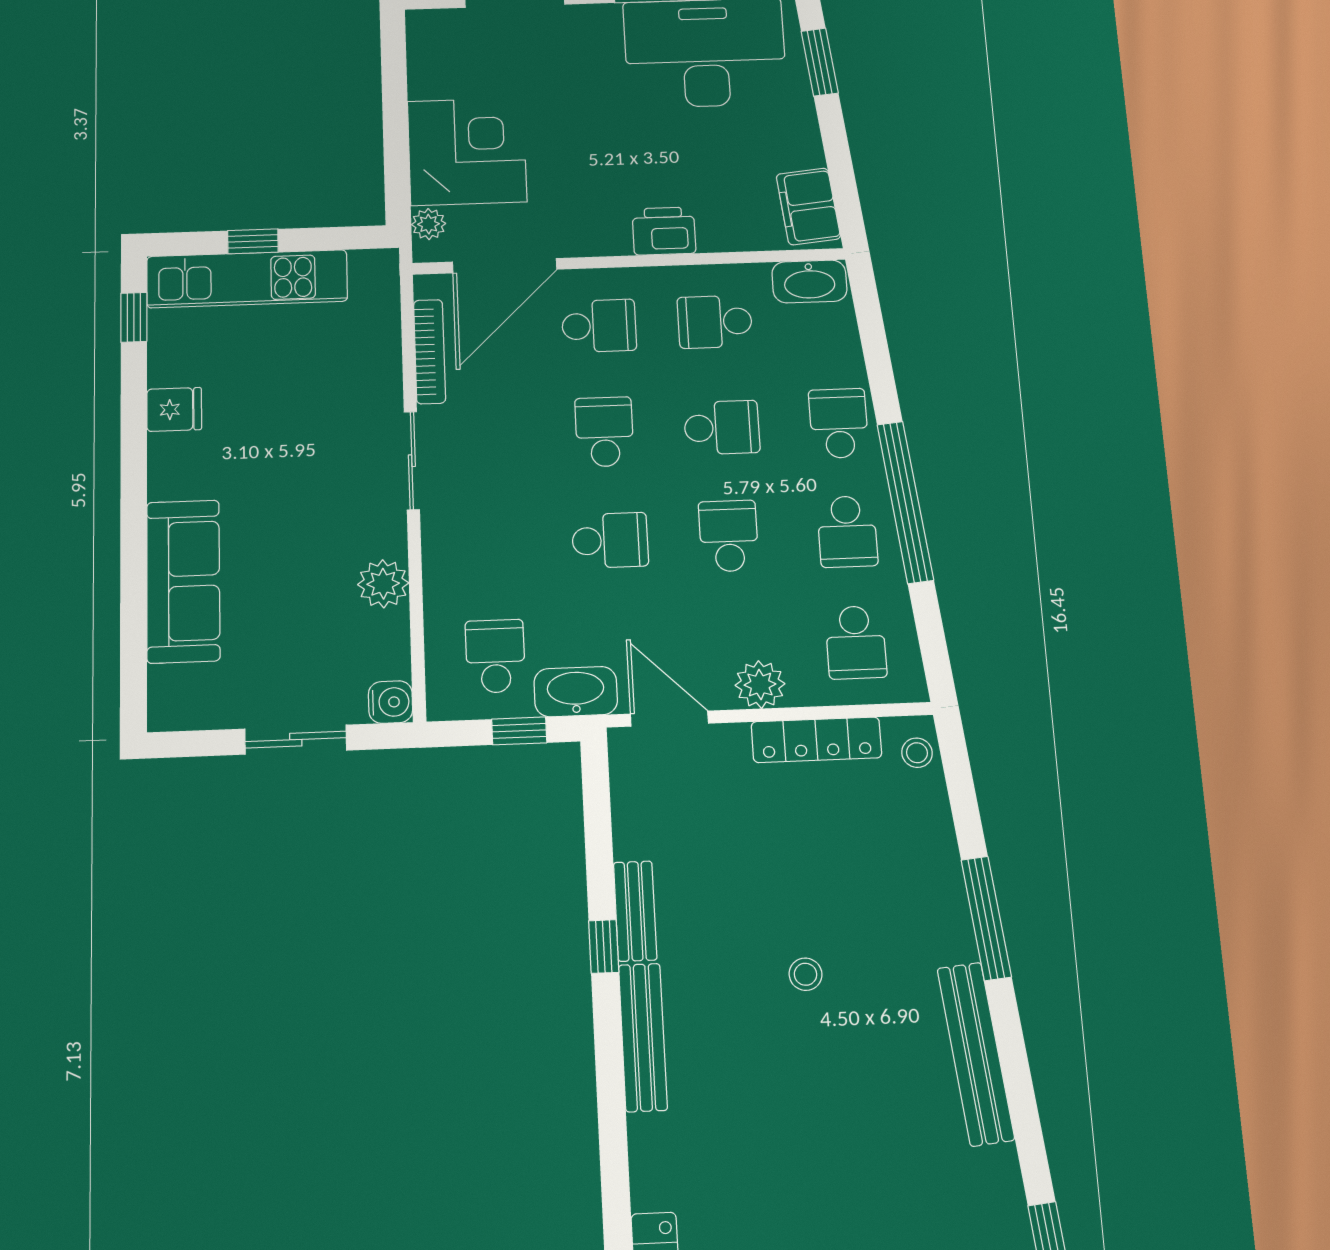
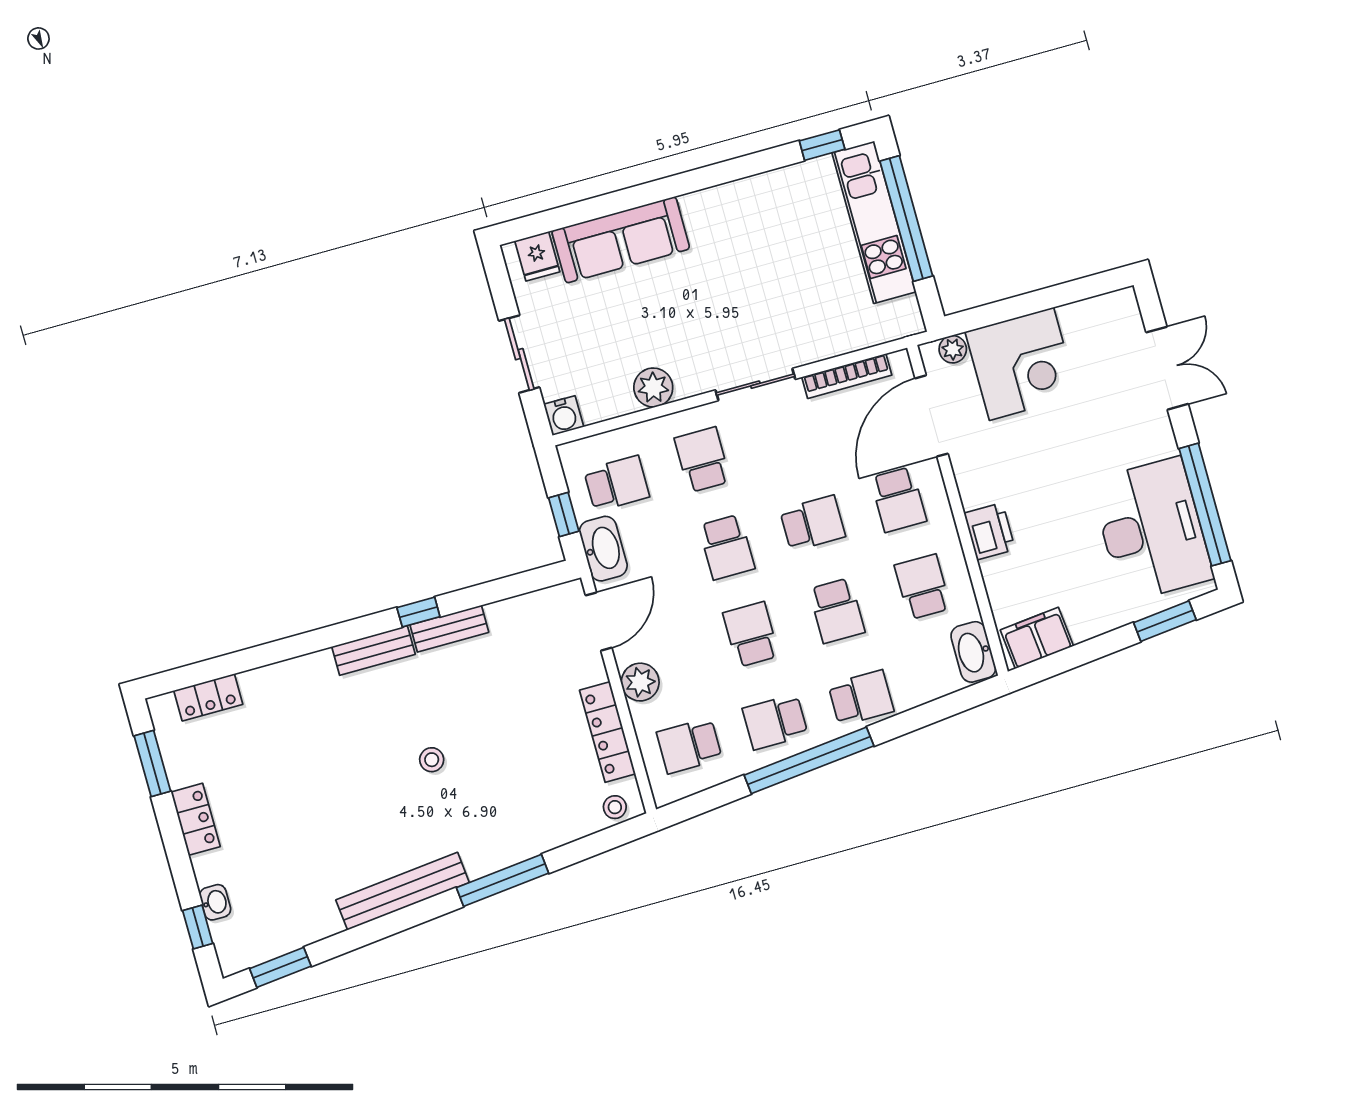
window: (253, 241) -> (906, 218), width x3.17
door: (505, 266) -> (932, 416), hinge flipped
fridge: (174, 409) -> (537, 256), moved
school desk: (729, 536) -> (751, 634), turned -90
school desk: (491, 545) -> (702, 460), added
bench: (643, 1037) -> (373, 651), width x0.73

